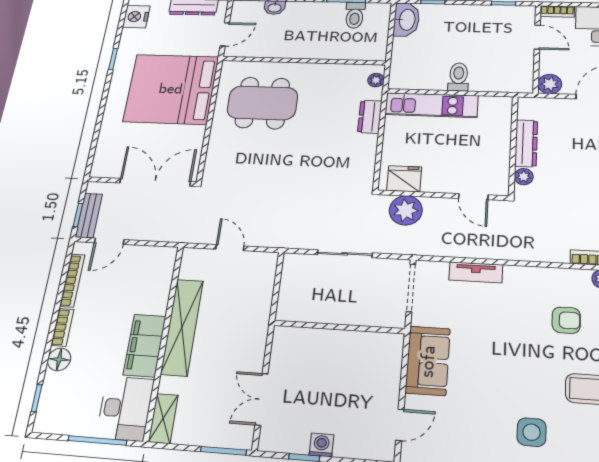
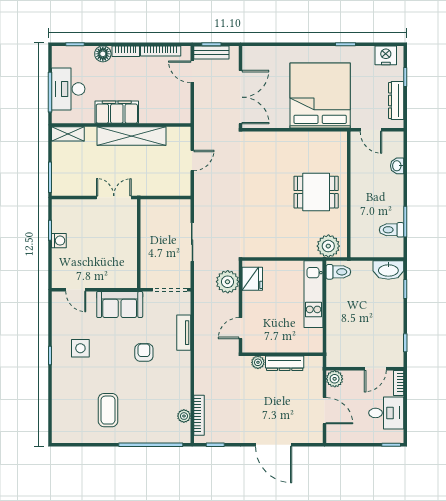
toilet: (458, 77) -> (338, 272), moved
plant: (376, 80) -> (328, 246), width x1.88, depth x1.88
dining table: (262, 103) -> (316, 192), moved, width x0.73
dresser: (370, 117) -> (302, 250), removed
armchair: (566, 320) -> (144, 352), moved, turned 180
double door: (261, 399) -> (114, 198), moved
desk: (125, 408) -> (68, 89), moved, turned 90
side table: (532, 432) -> (80, 348), moved

